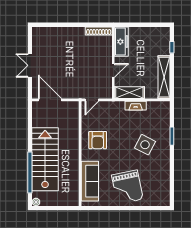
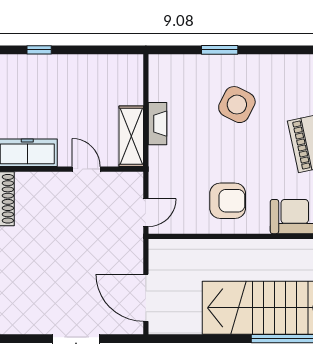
shelving: (164, 77) -> (100, 66), removed
door: (50, 100) -> (146, 298), hinge flipped
door: (92, 100) -> (146, 213), hinge flipped

